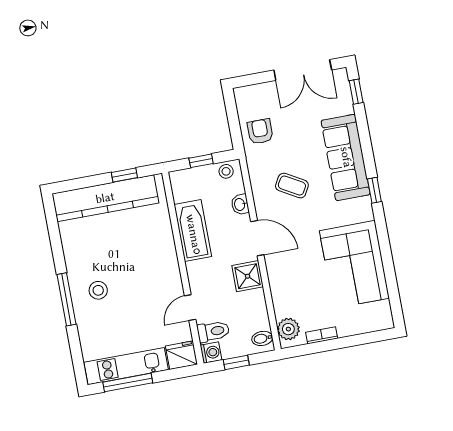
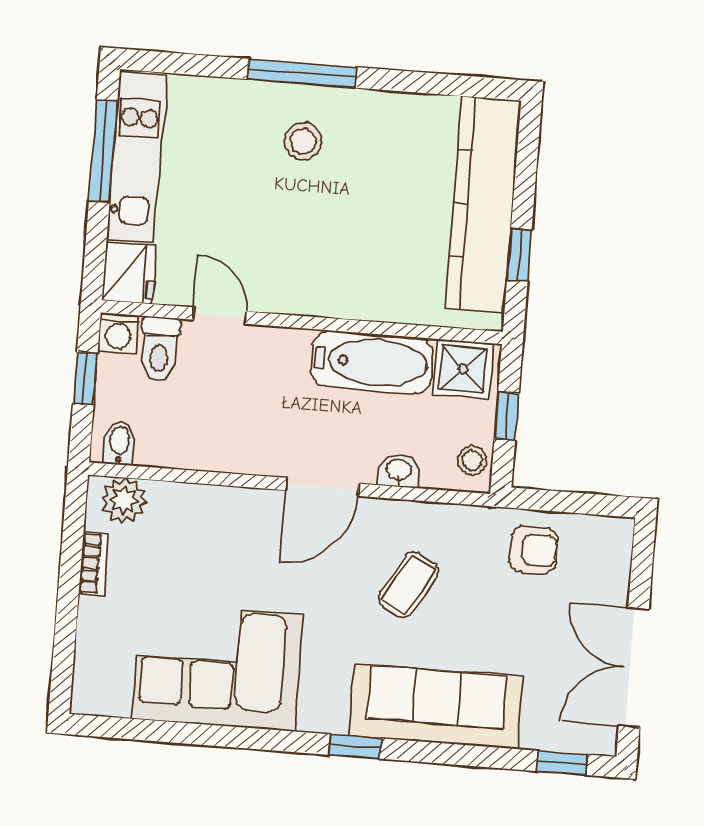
shower: (248, 276) -> (463, 369), moved

